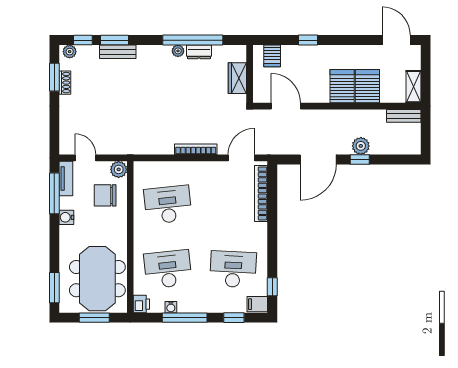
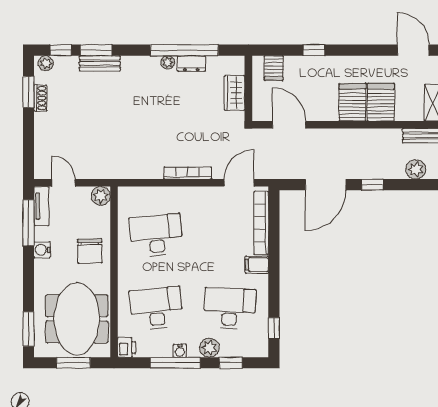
plant: (361, 146) -> (416, 169), moved
chair: (105, 195) -> (90, 251), moved, turned -91
plant: (215, 304) -> (209, 348), added
filing cabinet: (257, 304) -> (257, 265), moved
water cooler: (171, 307) -> (180, 351), moved

